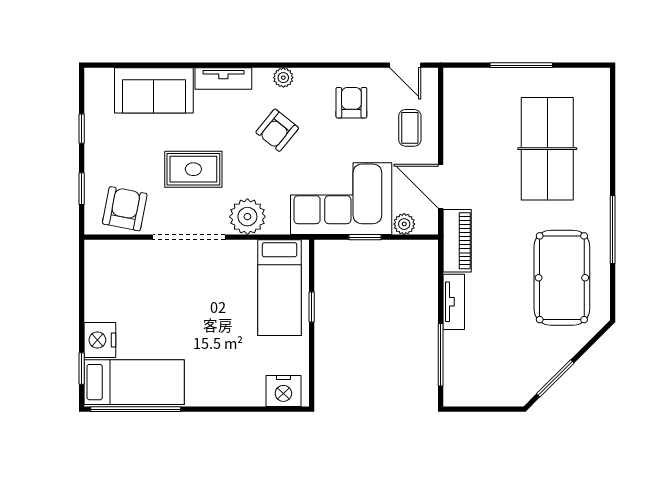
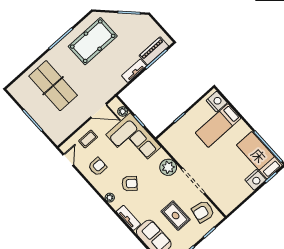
armchair: (351, 103) -> (97, 167), turned 180
table tennis table: (547, 149) -> (53, 86), turned 90
rug: (193, 169) -> (176, 216), moved
door: (441, 186) -> (99, 111), hinge flipped
piano: (457, 241) -> (154, 51), moved
bed: (280, 288) -> (218, 125), moved, turned 180

